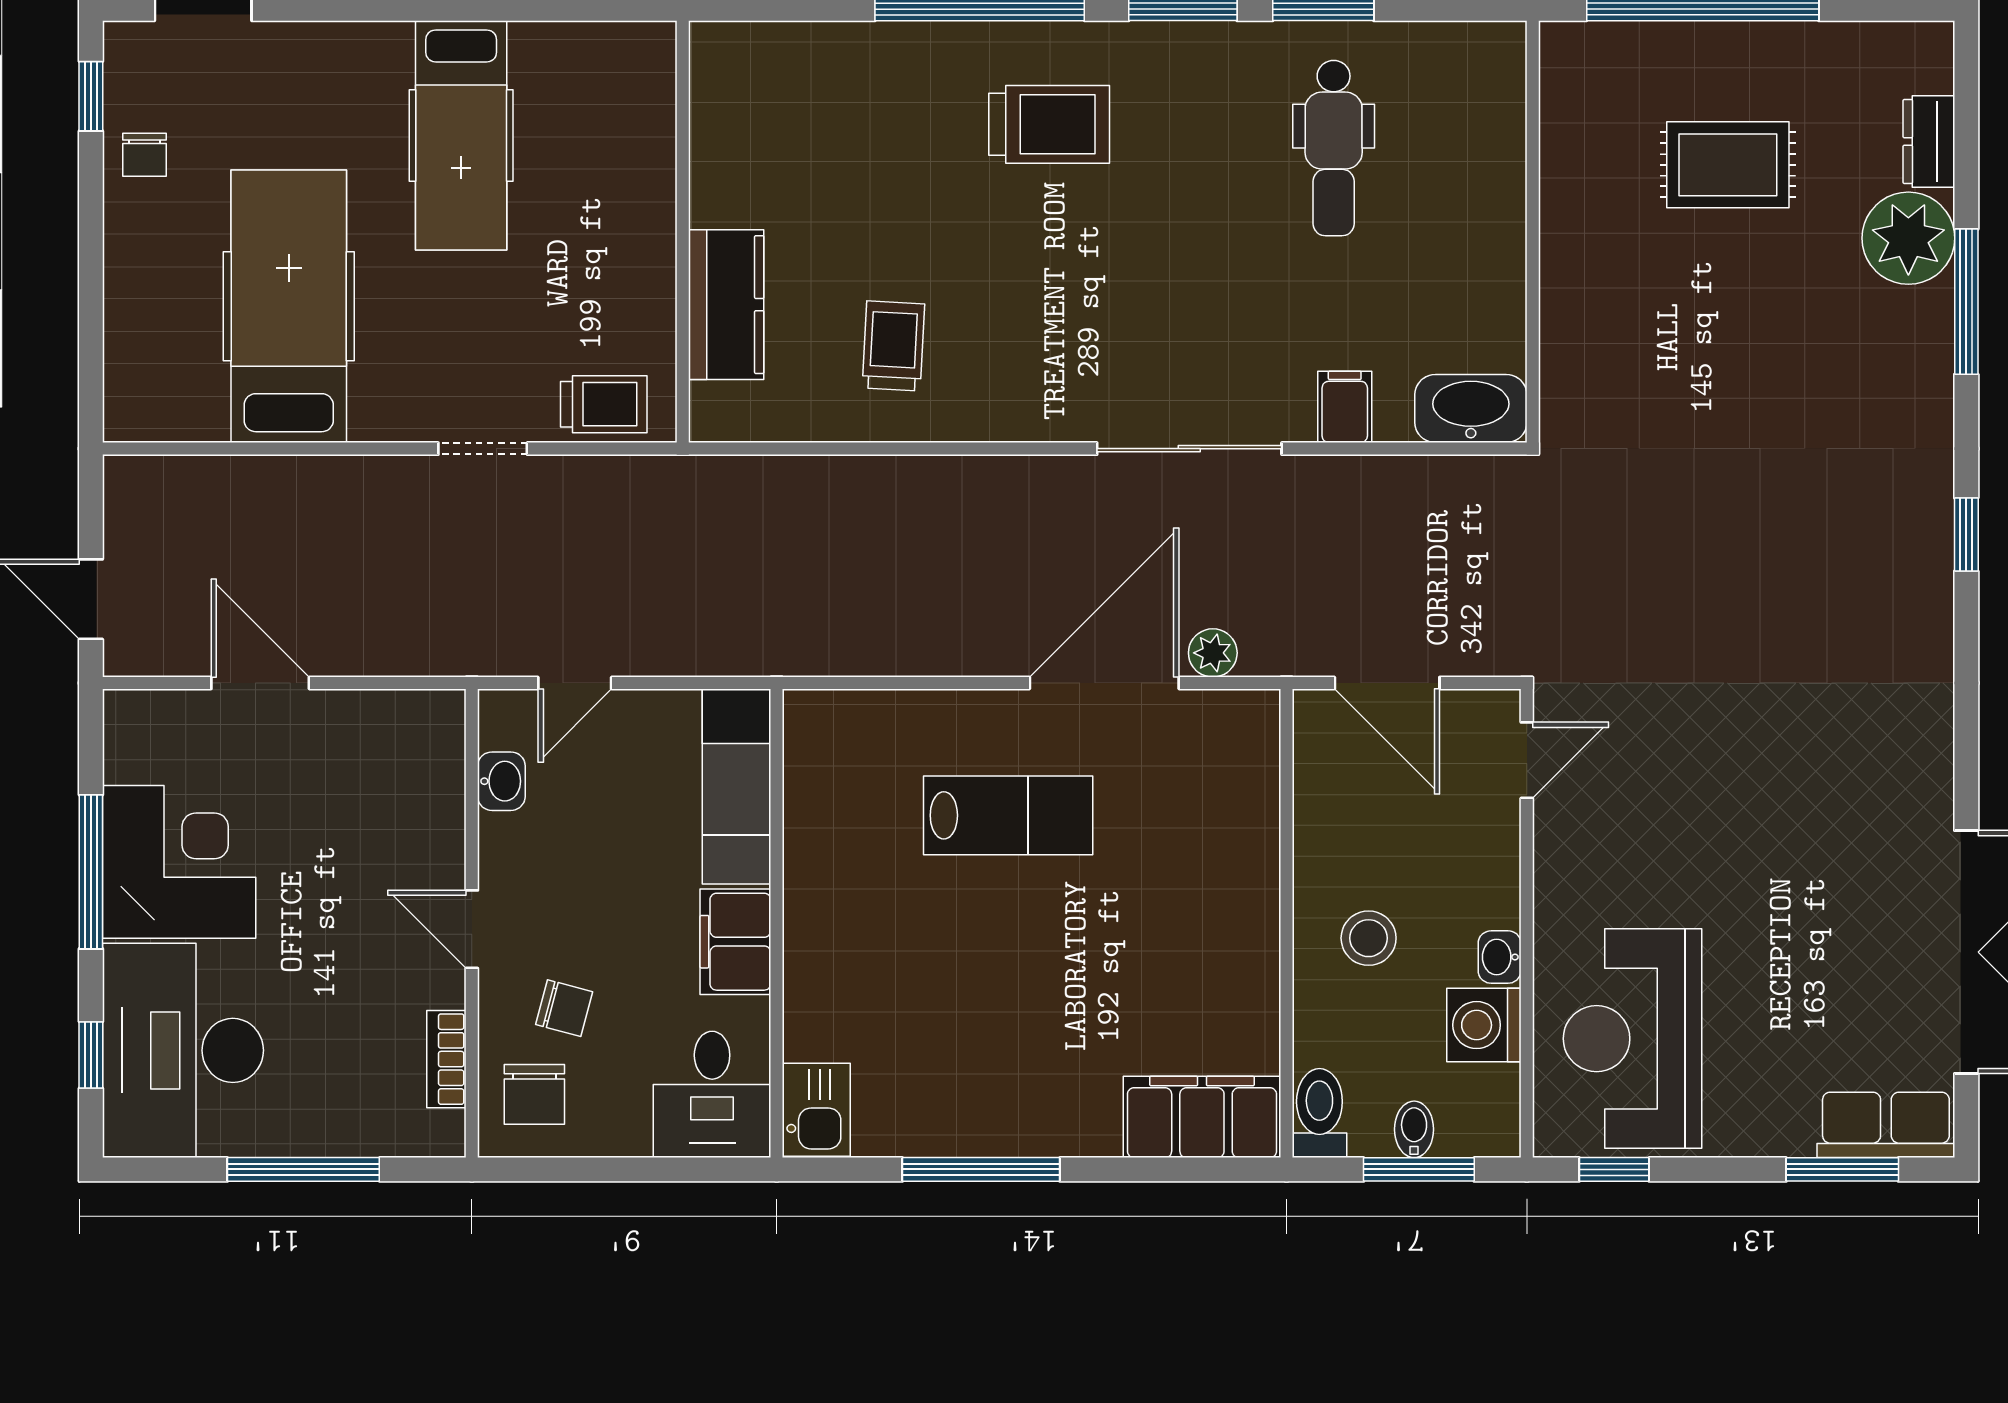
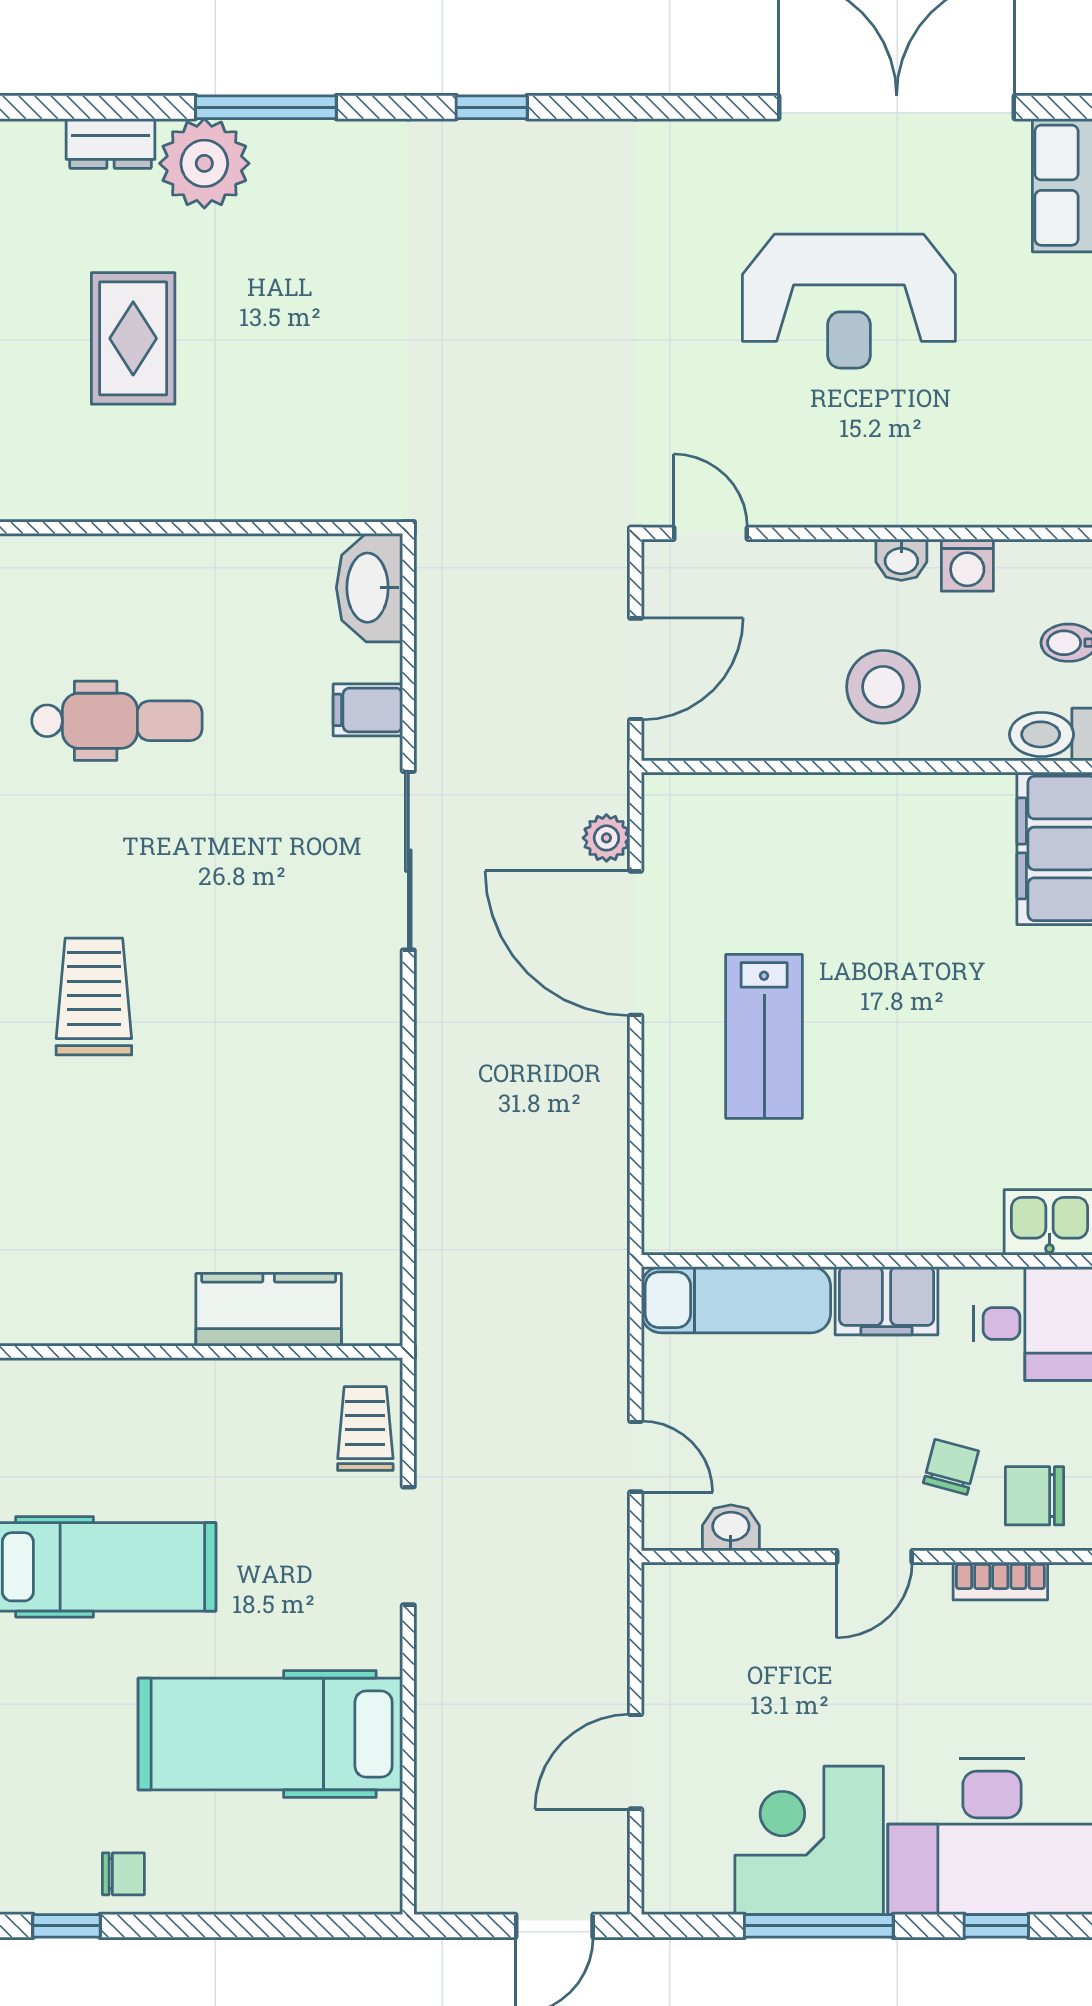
trolley: (893, 346) -> (309, 1148), removed
doorway: (483, 449) -> (408, 1546), width x1.38
lab bench: (1008, 815) -> (764, 1036), turned 180
stool: (1369, 938) -> (883, 687), width x1.38, depth x1.38
washing machine: (1484, 1025) -> (967, 565), width x0.73, depth x0.73
reception desk: (1632, 1039) -> (849, 301), moved
chair: (534, 1094) -> (1035, 1496), turned 180

